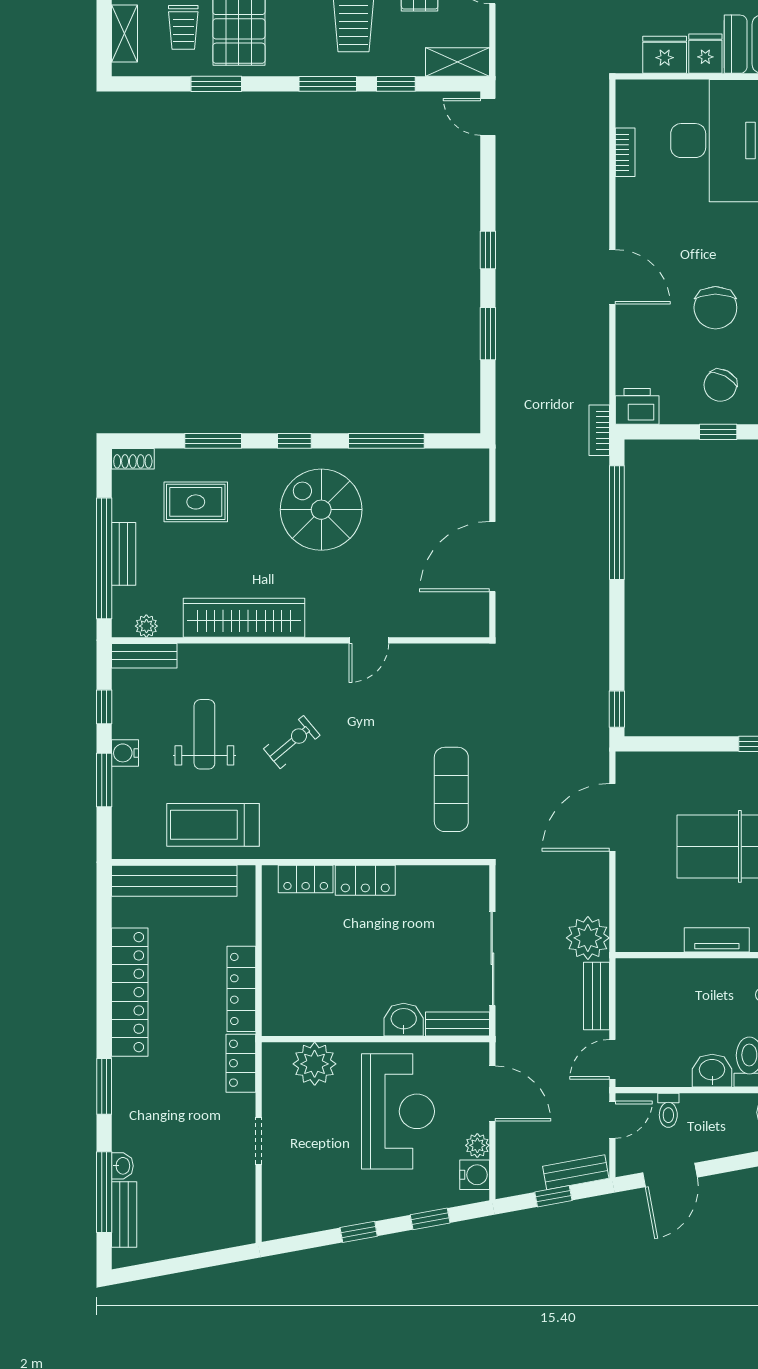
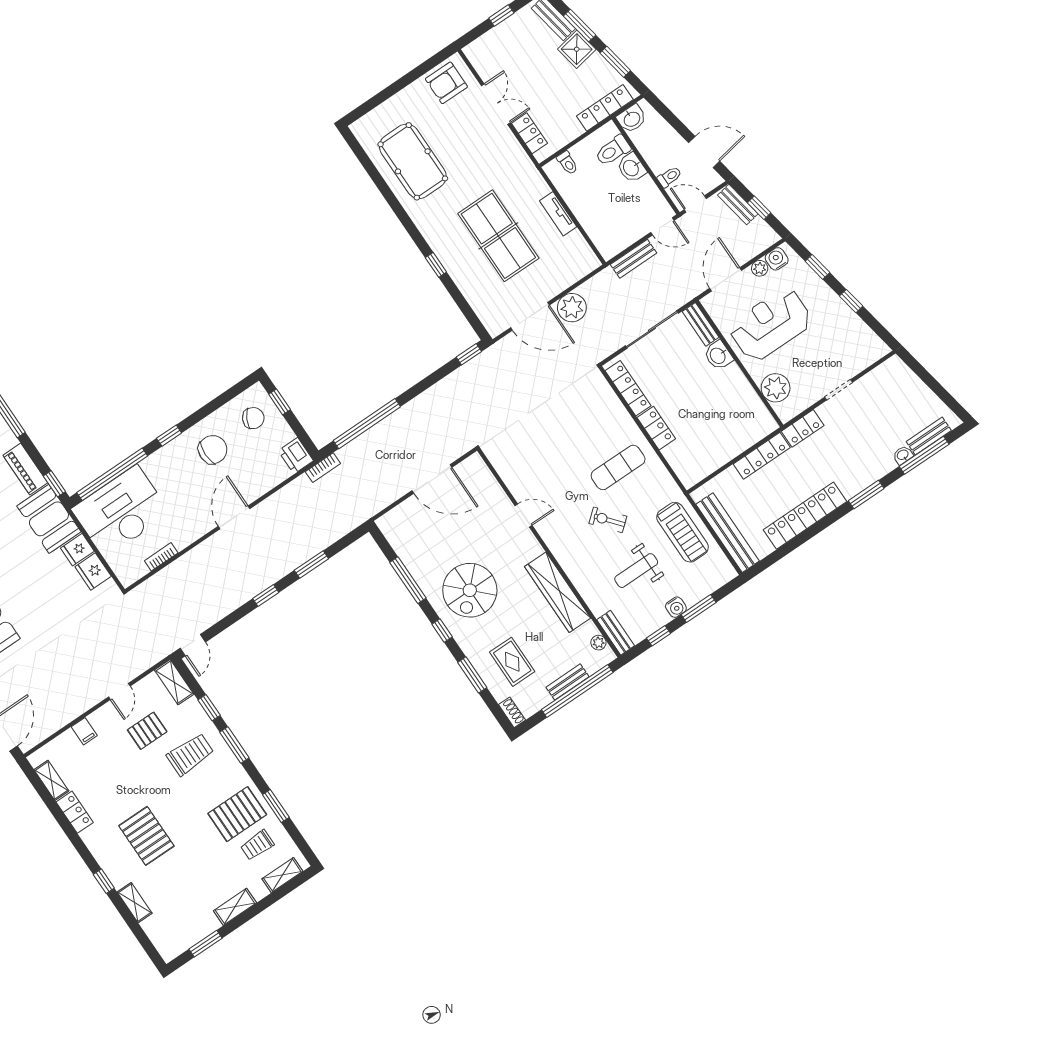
trolley: (183, 27) -> (257, 845), turned 180
exercise mat: (451, 789) -> (618, 467), moved
locker: (306, 879) -> (628, 388), moved, width x1.53
plant: (588, 938) -> (572, 308), moved

